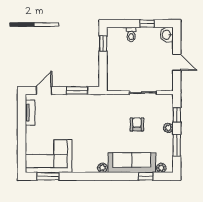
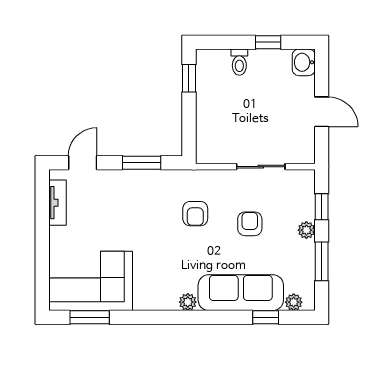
armchair: (107, 119) -> (195, 214), added

